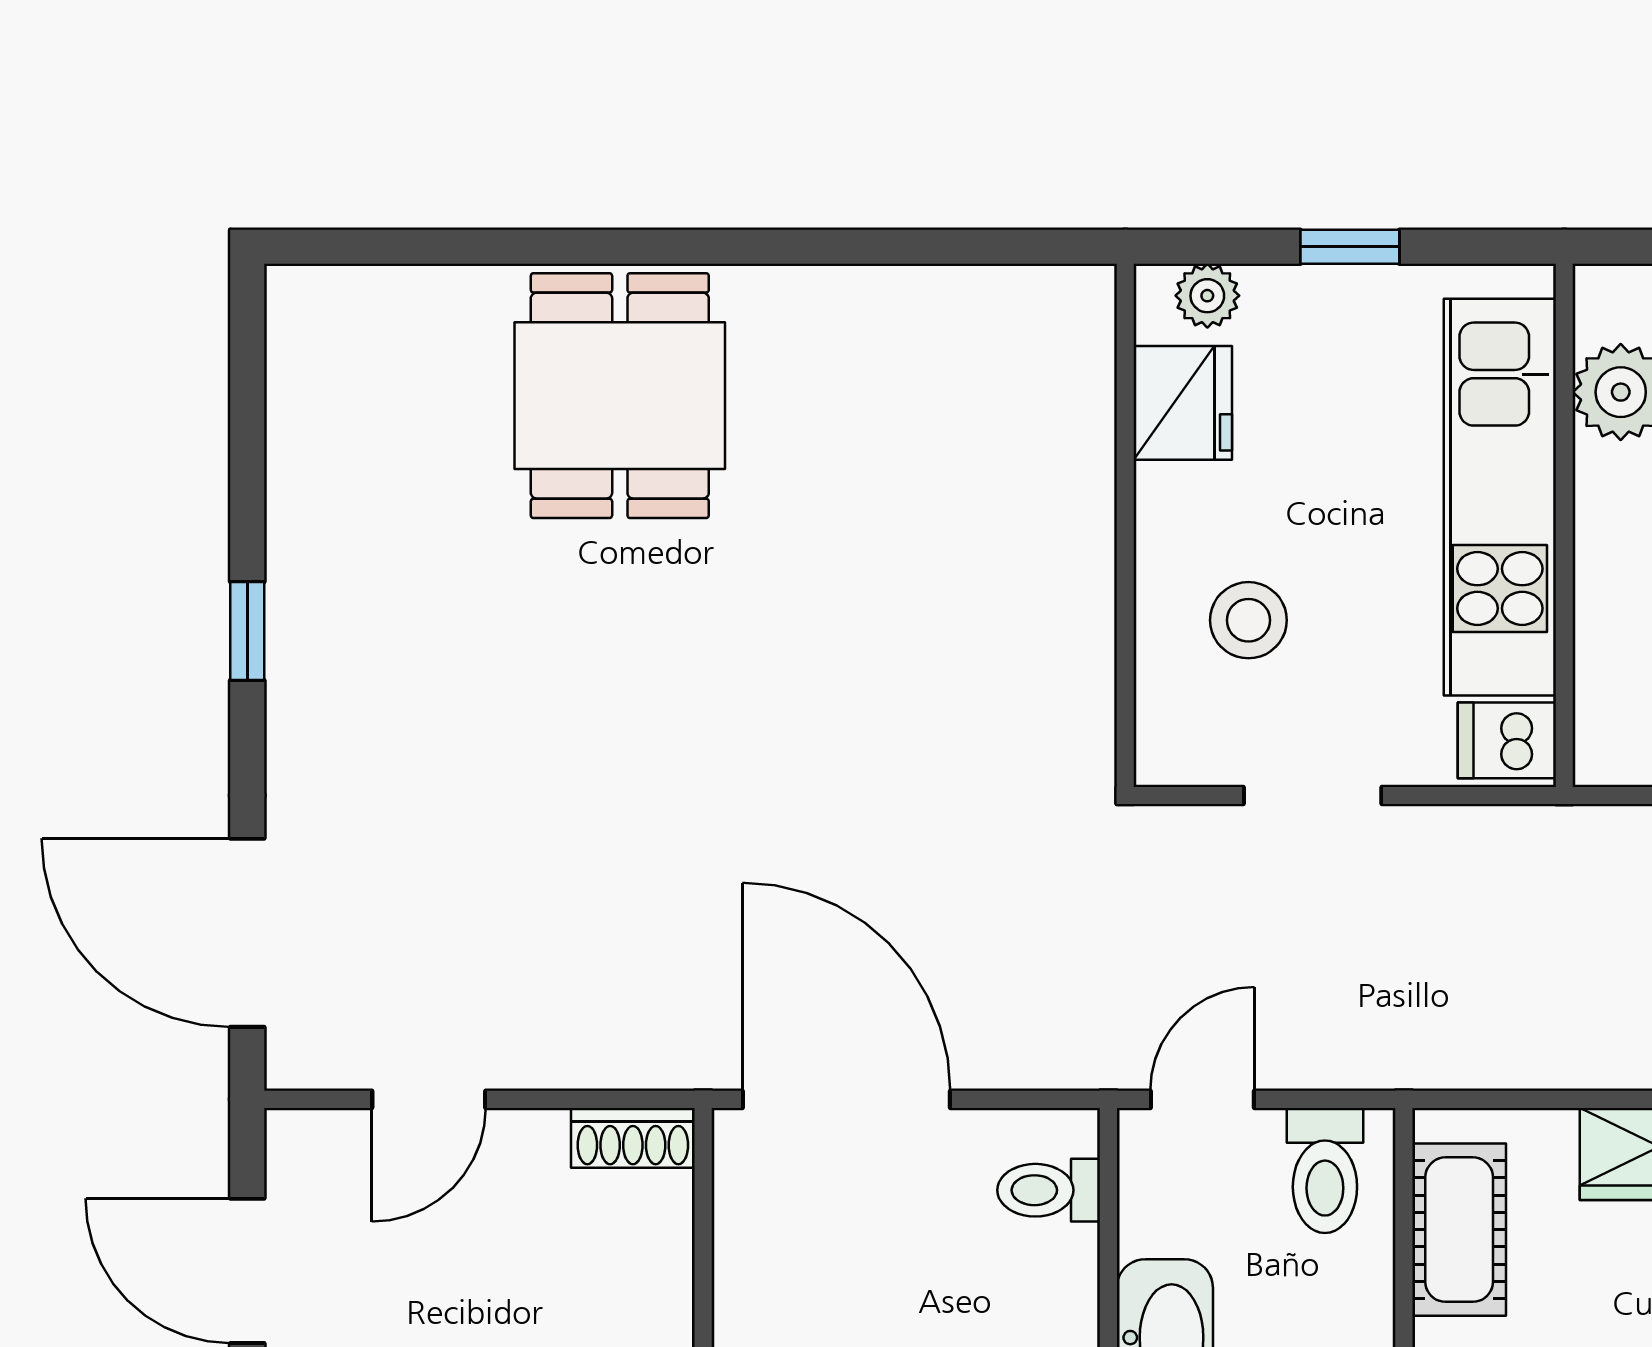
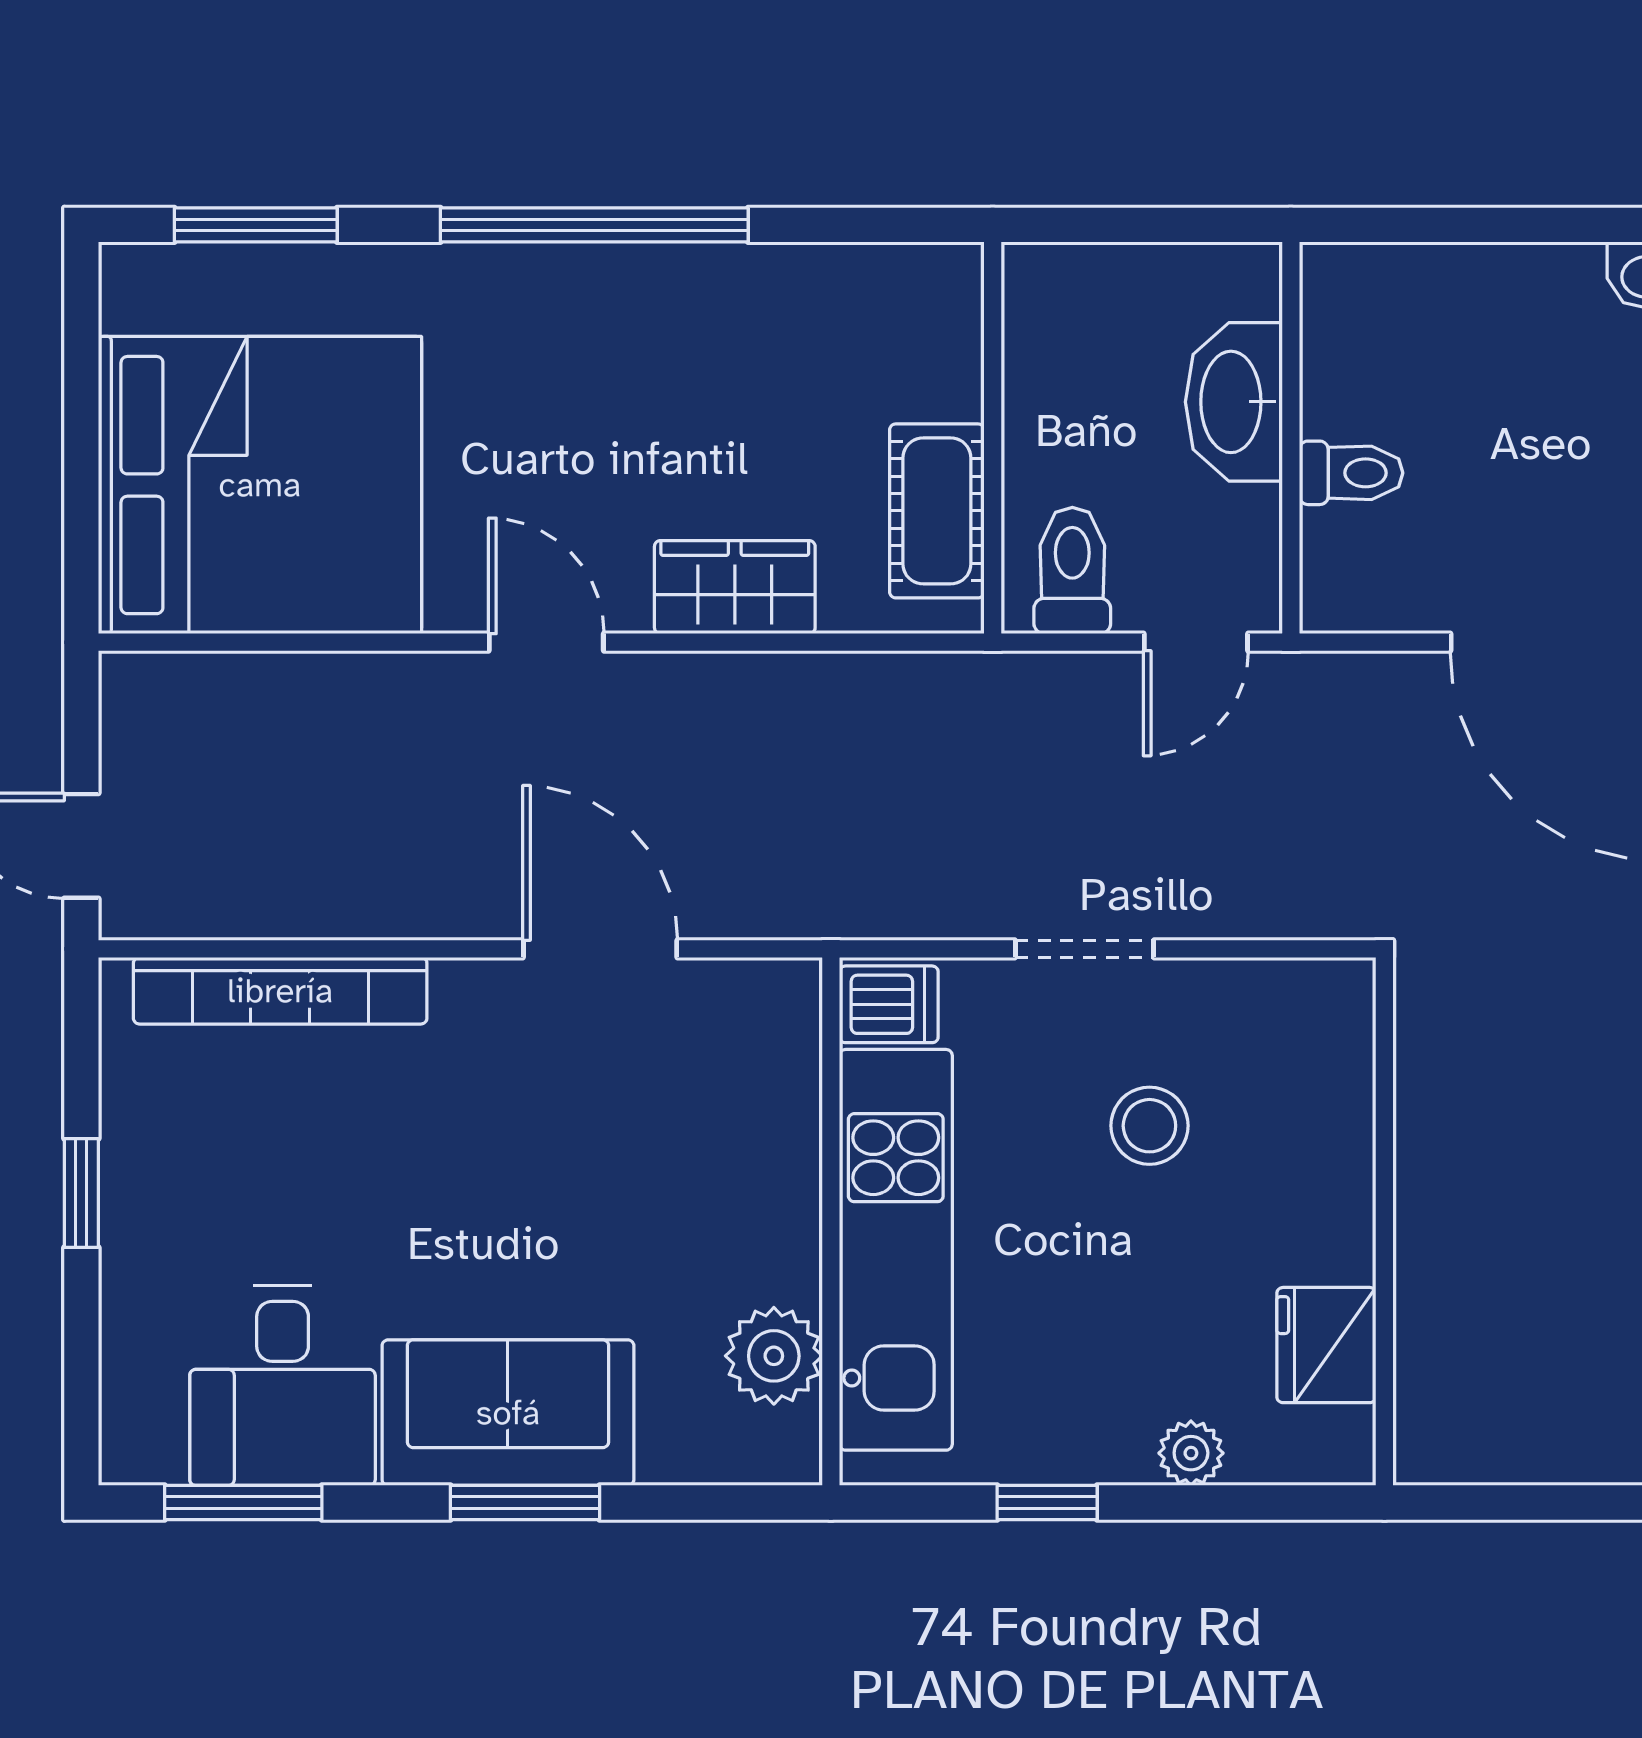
fridge: (1183, 403) -> (1326, 1345), moved
wall: (1125, 525) -> (1384, 1221), moved
toilet: (1049, 1190) -> (1351, 473), moved

